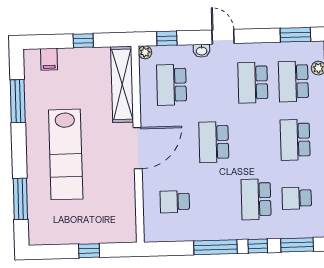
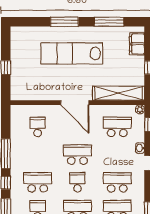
filing cabinet: (49, 59) -> (137, 44), width x2.00
school desk: (254, 141) -> (77, 182), added
window: (20, 199) -> (64, 22), moved

